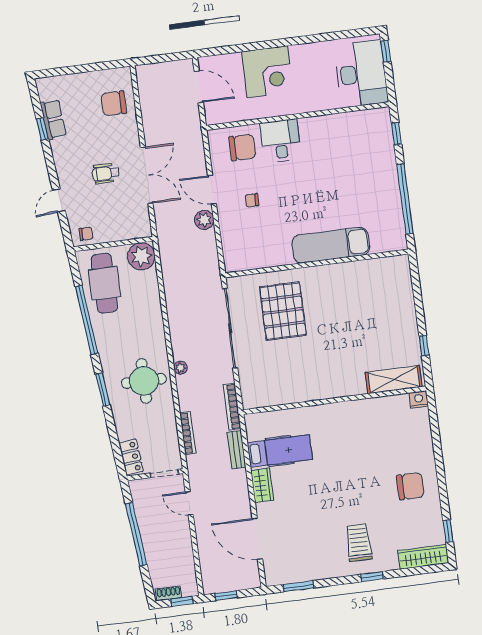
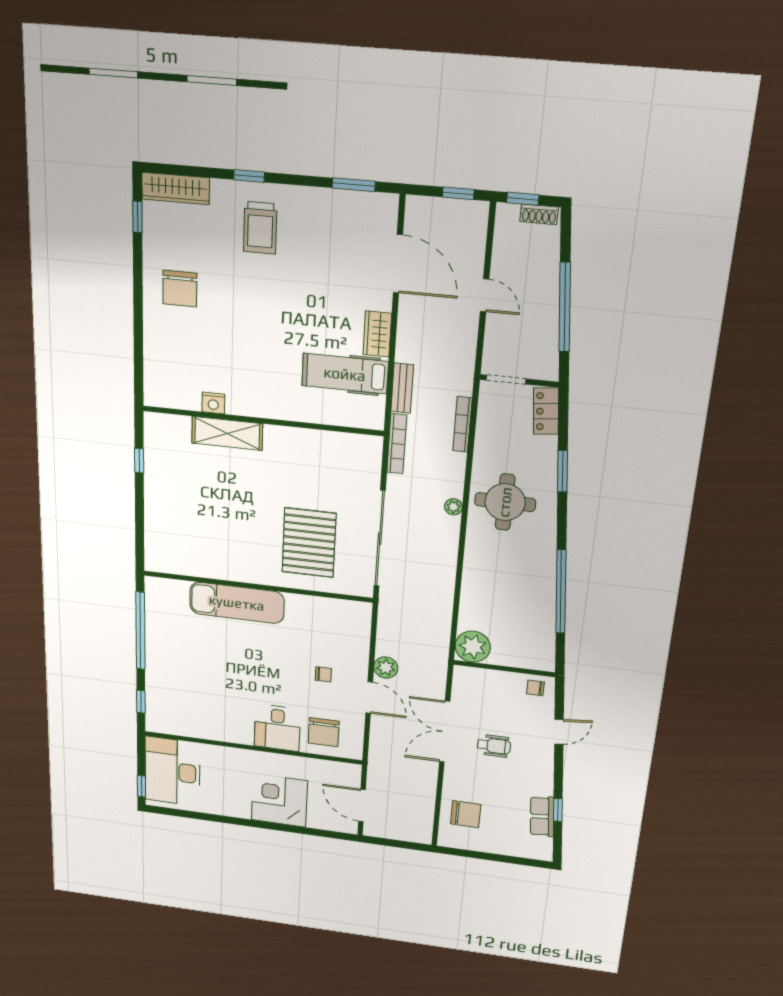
chair: (242, 147) -> (324, 732), turned -90
cafe table: (104, 283) -> (527, 628), removed
shelving: (394, 380) -> (227, 433), moved
window: (103, 390) -> (563, 471), moved
nightstand: (419, 399) -> (213, 403), moved
chair: (410, 486) -> (180, 289), turned -90
door: (189, 503) -> (485, 295), moved

